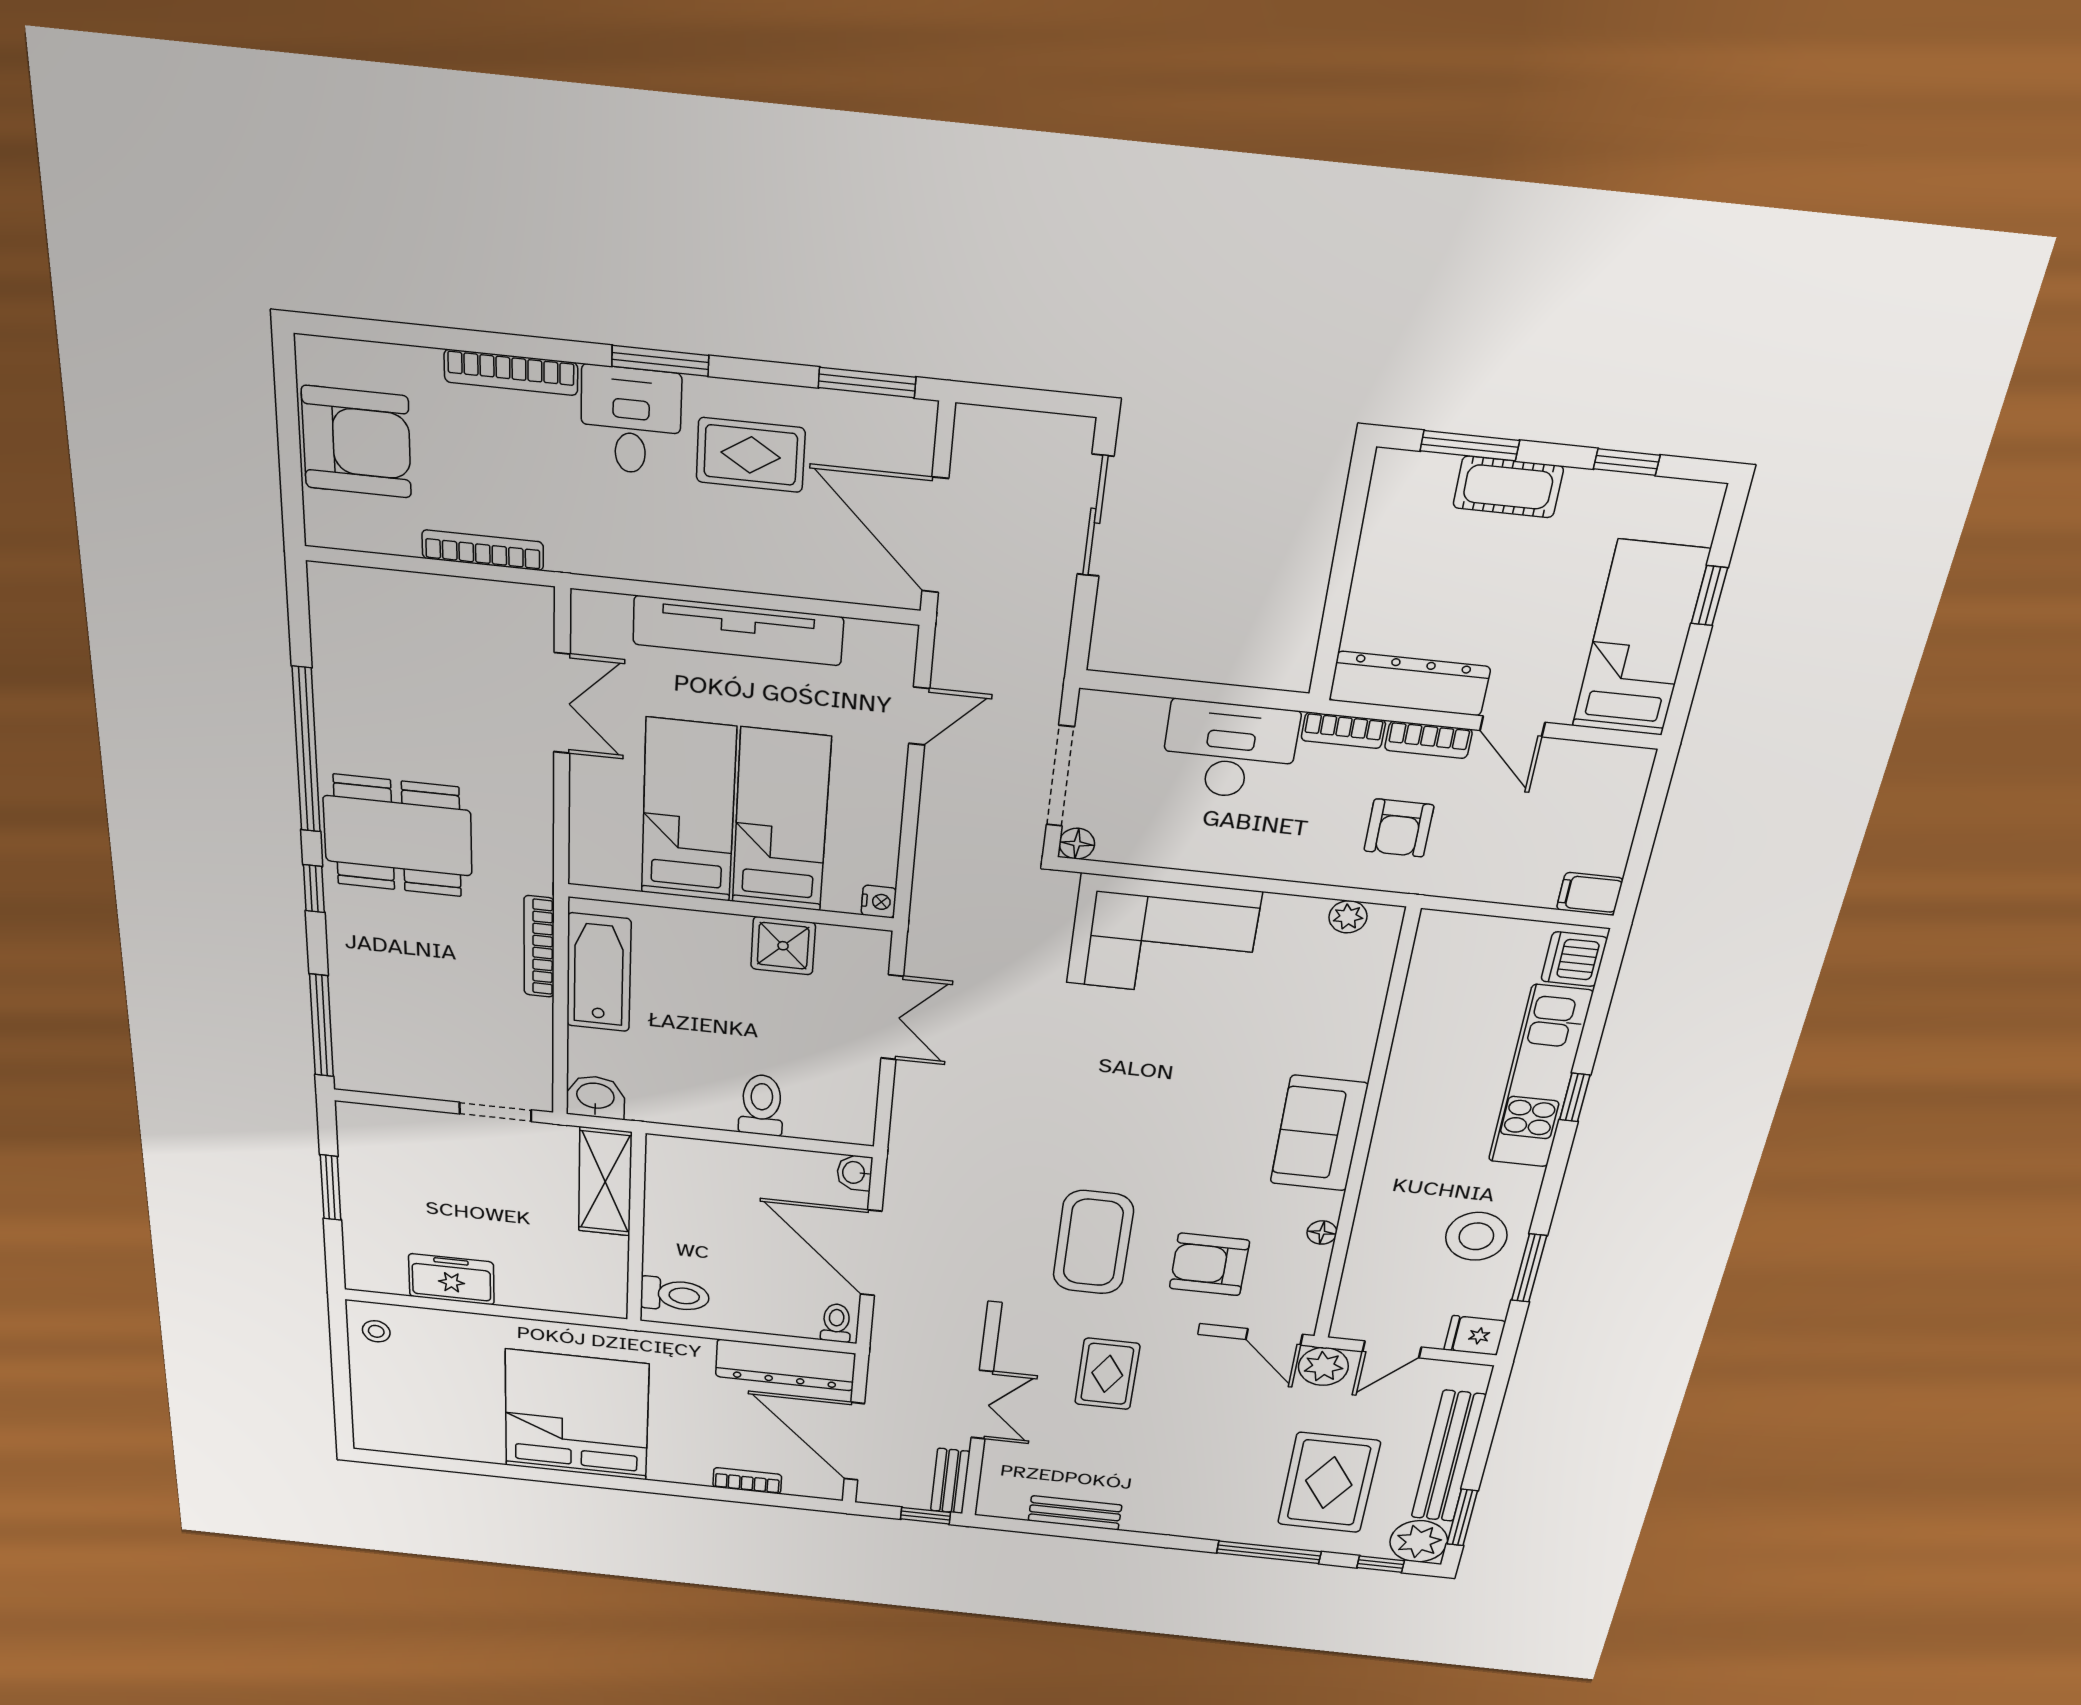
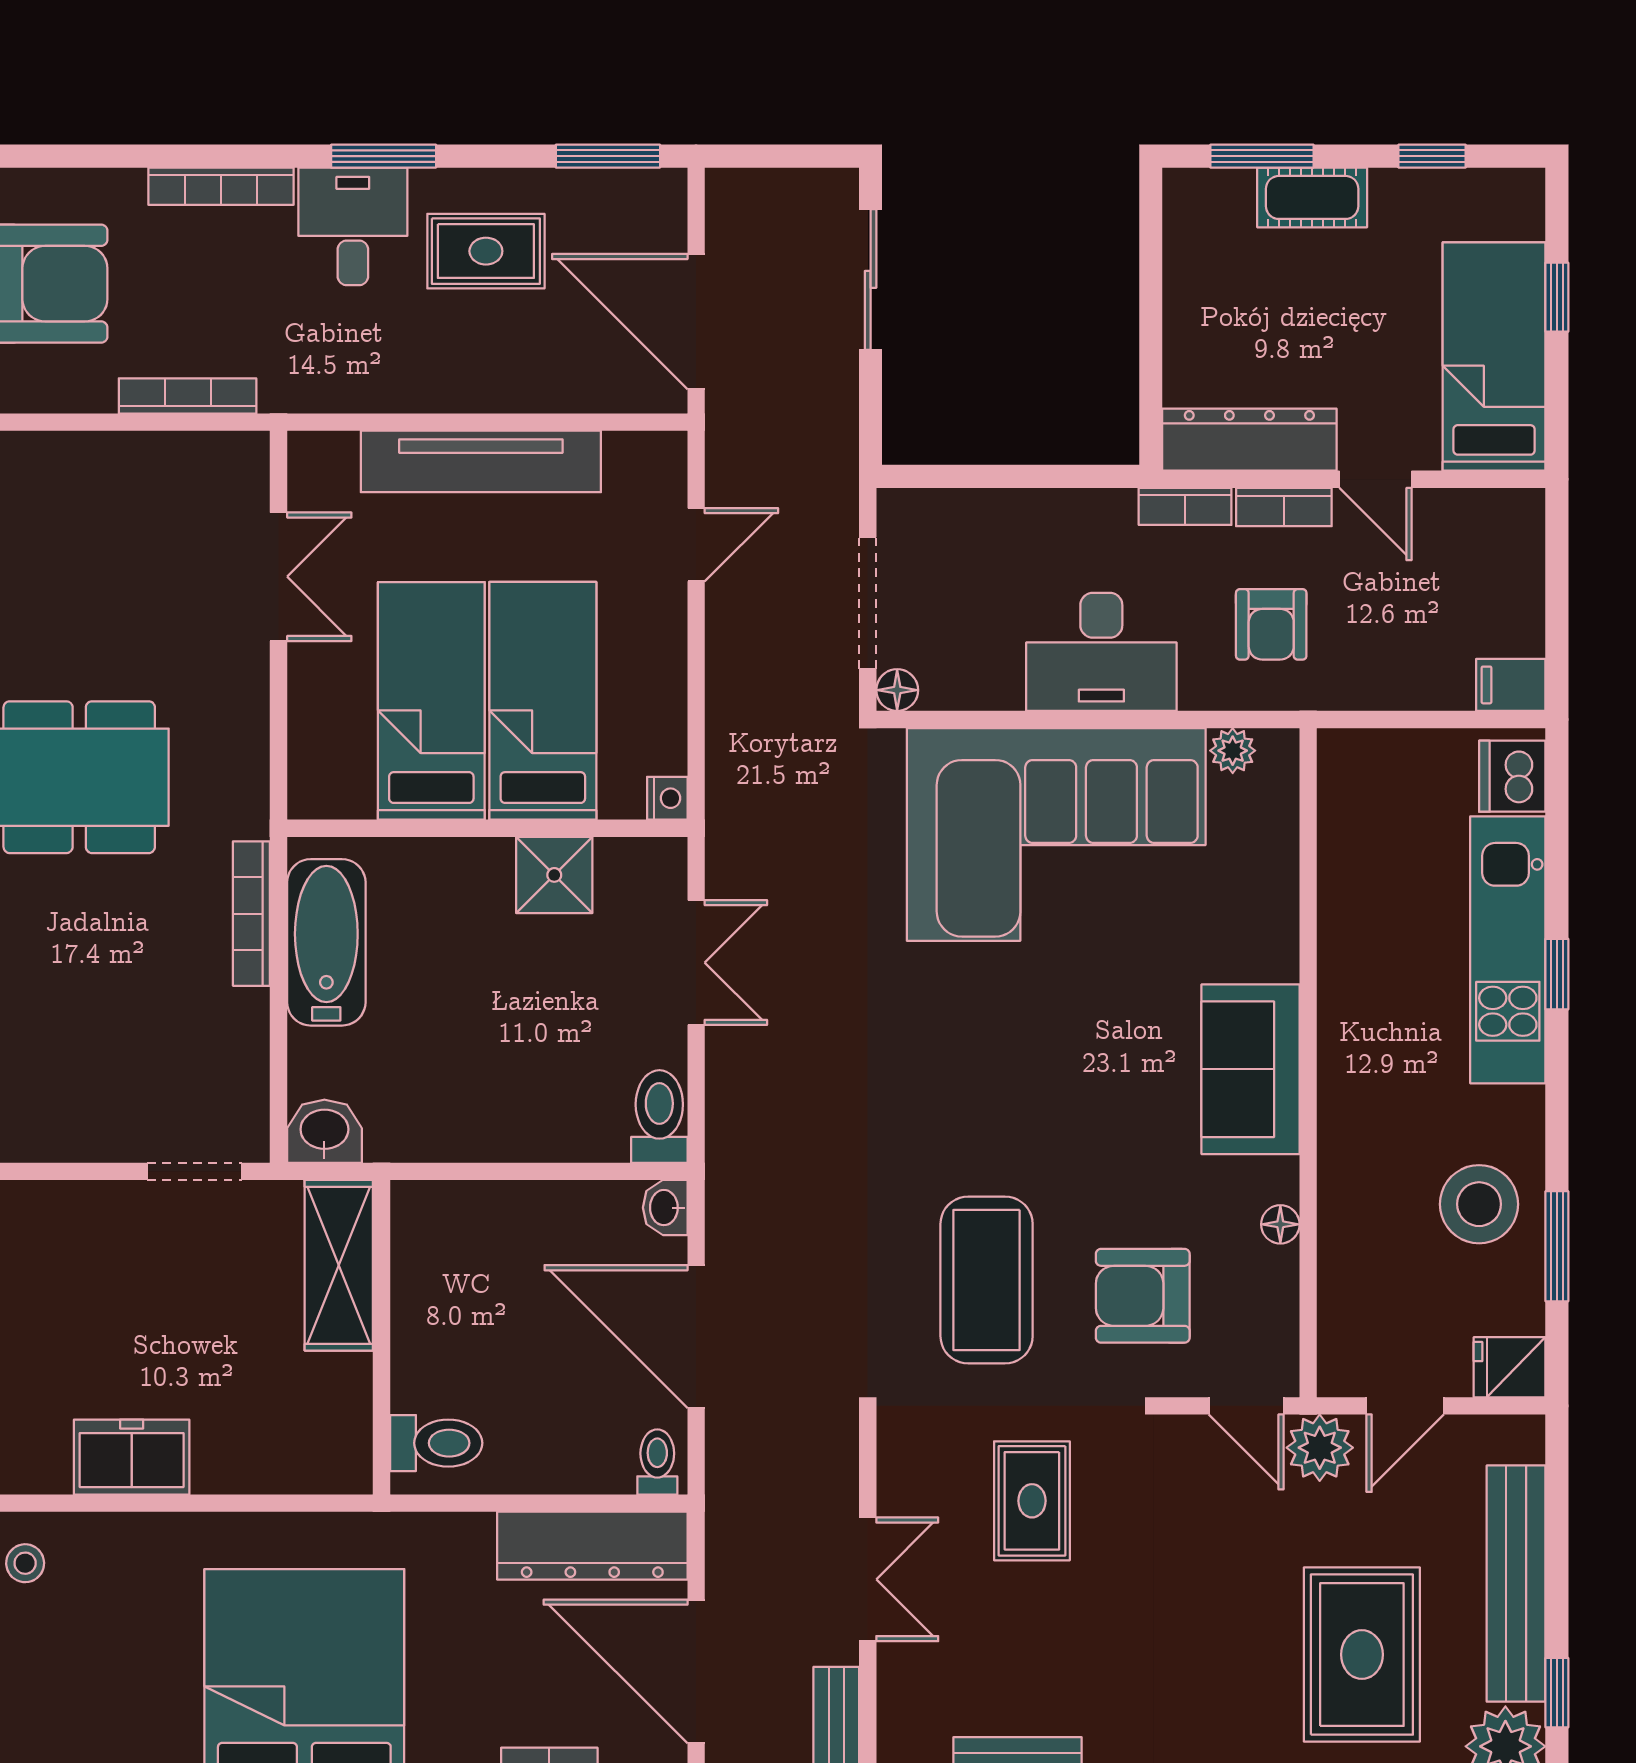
desk: (1229, 750) -> (1101, 652), moved, turned 180
corner sofa: (1163, 938) -> (1056, 834), width x1.36, depth x1.36
toilet: (761, 1105) -> (659, 1116), moved
window: (1462, 1517) -> (1557, 1693), width x0.67

